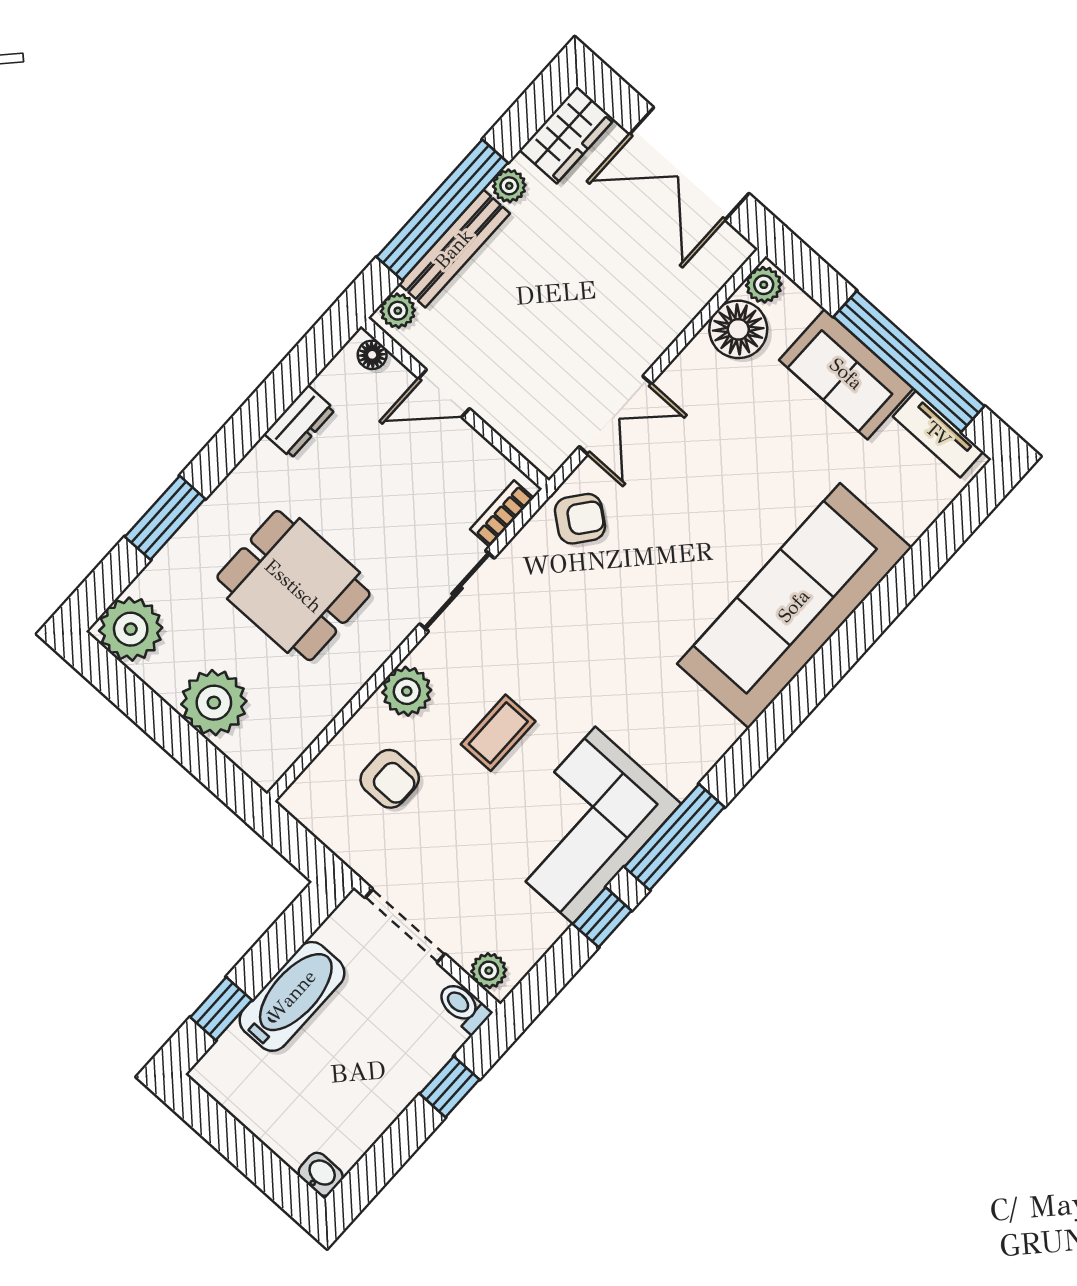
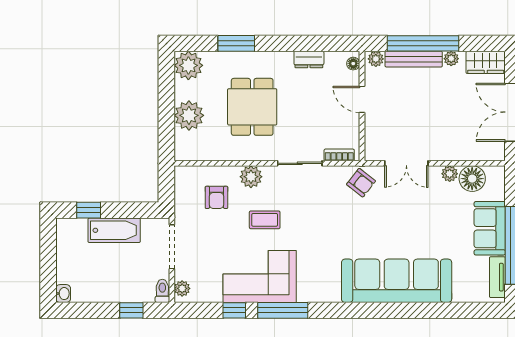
plant: (764, 285) -> (450, 174), moved

